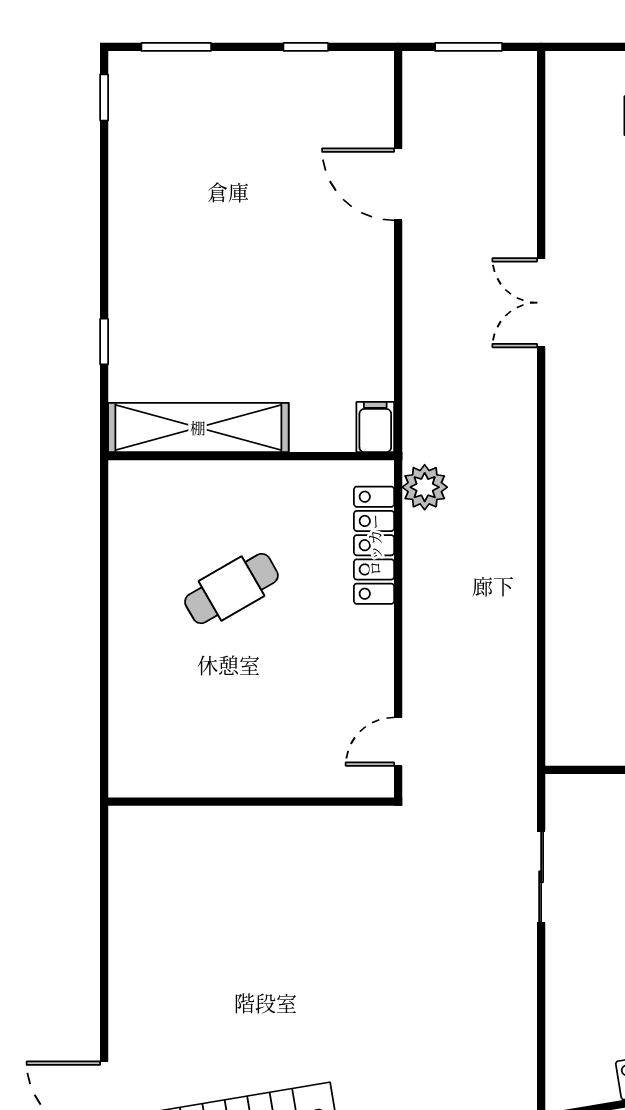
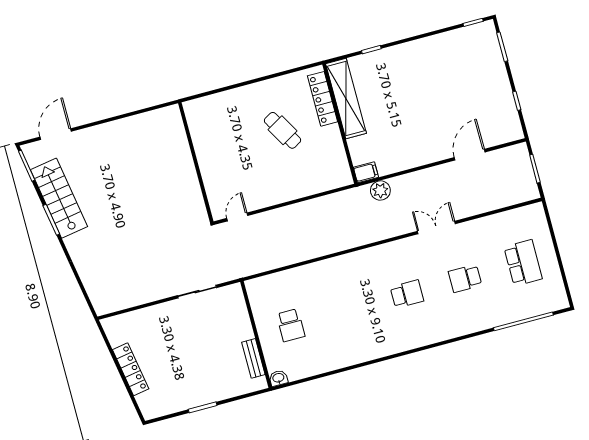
plant: (425, 487) -> (380, 190), moved
locker: (374, 545) -> (323, 99), moved, turned -90
door: (398, 742) -> (237, 217), hinge flipped

